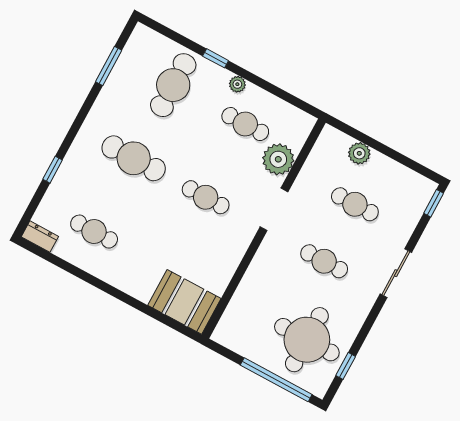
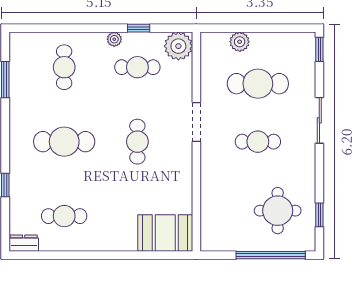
window: (216, 58) -> (139, 28), moved
cafe table: (173, 85) -> (64, 67), width x0.73, depth x0.74
plant: (278, 159) -> (178, 46), moved
cafe table: (206, 197) -> (137, 142), turned 90
cafe table: (355, 204) -> (258, 84), width x1.37, depth x1.35
round table: (307, 340) -> (278, 211), width x0.73, depth x0.73

